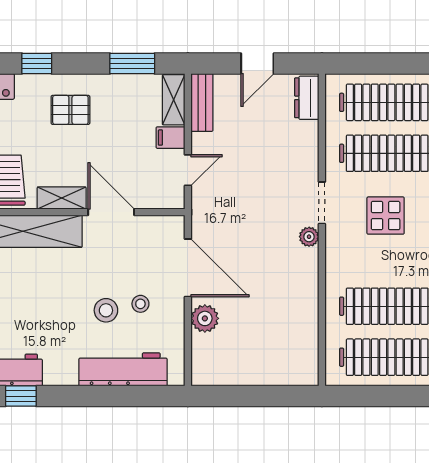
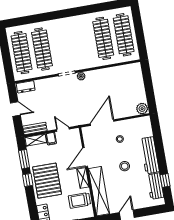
window: (37, 63) -> (28, 180), moved
pallet: (70, 110) -> (47, 181), width x2.05, depth x2.00
display table: (386, 216) -> (67, 47), removed
stool: (106, 310) -> (125, 166), moved
plant: (205, 318) -> (142, 109), moved
workbench: (123, 369) -> (150, 155), moved

